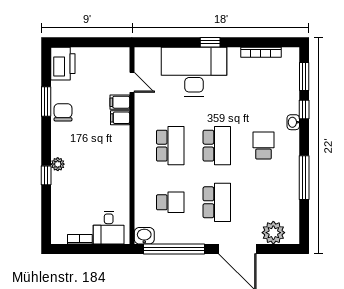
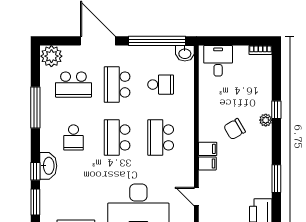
filing cabinet: (120, 102) -> (208, 149), moved
chair: (63, 112) -> (234, 129), moved, turned 60
washbasin: (293, 122) -> (48, 166), width x1.91, depth x1.45
school desk: (170, 202) -> (161, 85), turned 180
school desk: (263, 202) -> (73, 85), added
plant: (273, 233) -> (51, 56), moved
bookcase: (80, 239) -> (260, 50), moved

